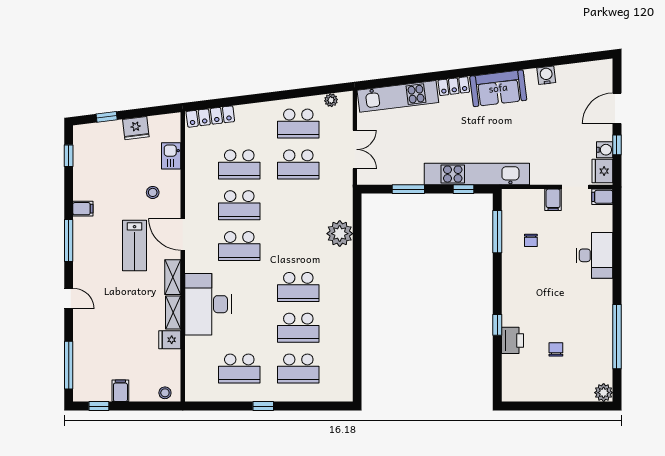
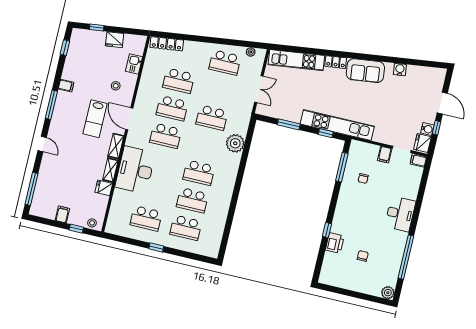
door: (617, 108) -> (442, 103), swing flipped
school desk: (298, 164) -> (212, 118), moved
desk: (595, 255) -> (400, 214), moved
window: (99, 406) -> (76, 229), moved

